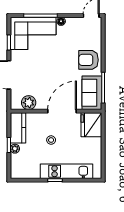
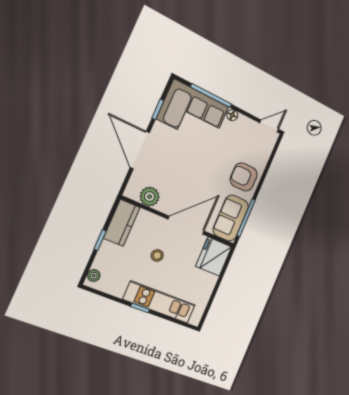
plant: (15, 149) -> (94, 276), moved

